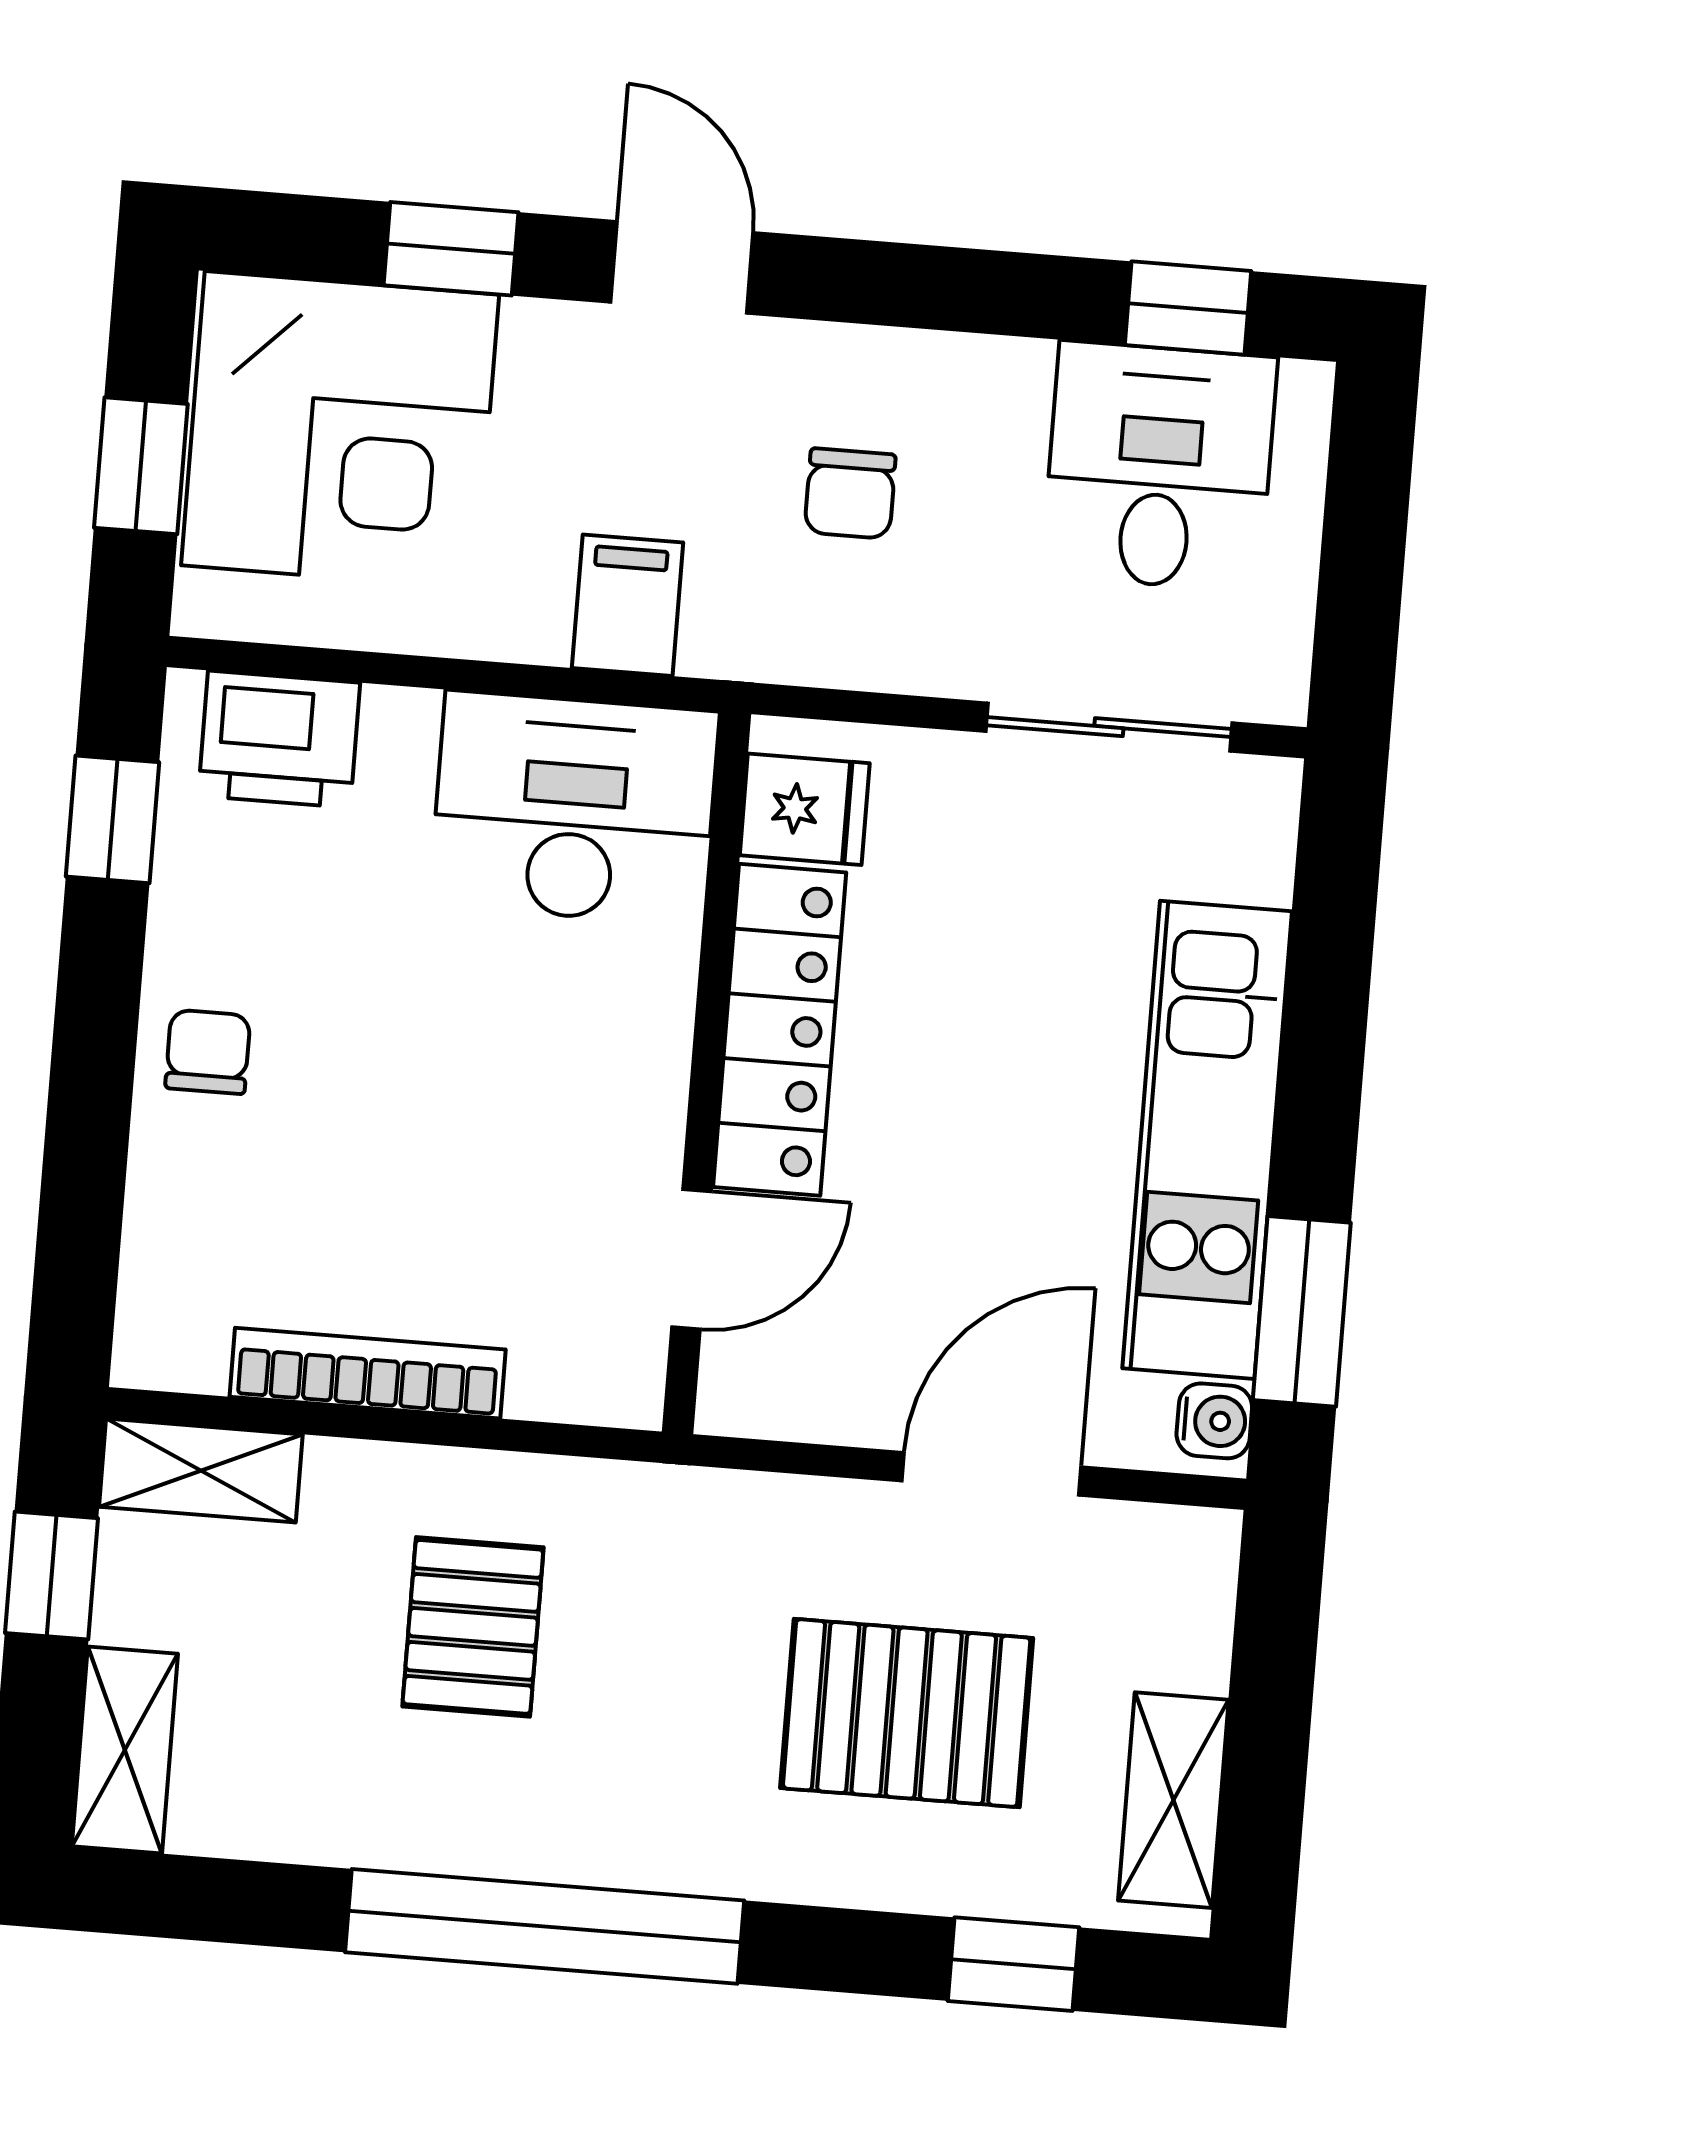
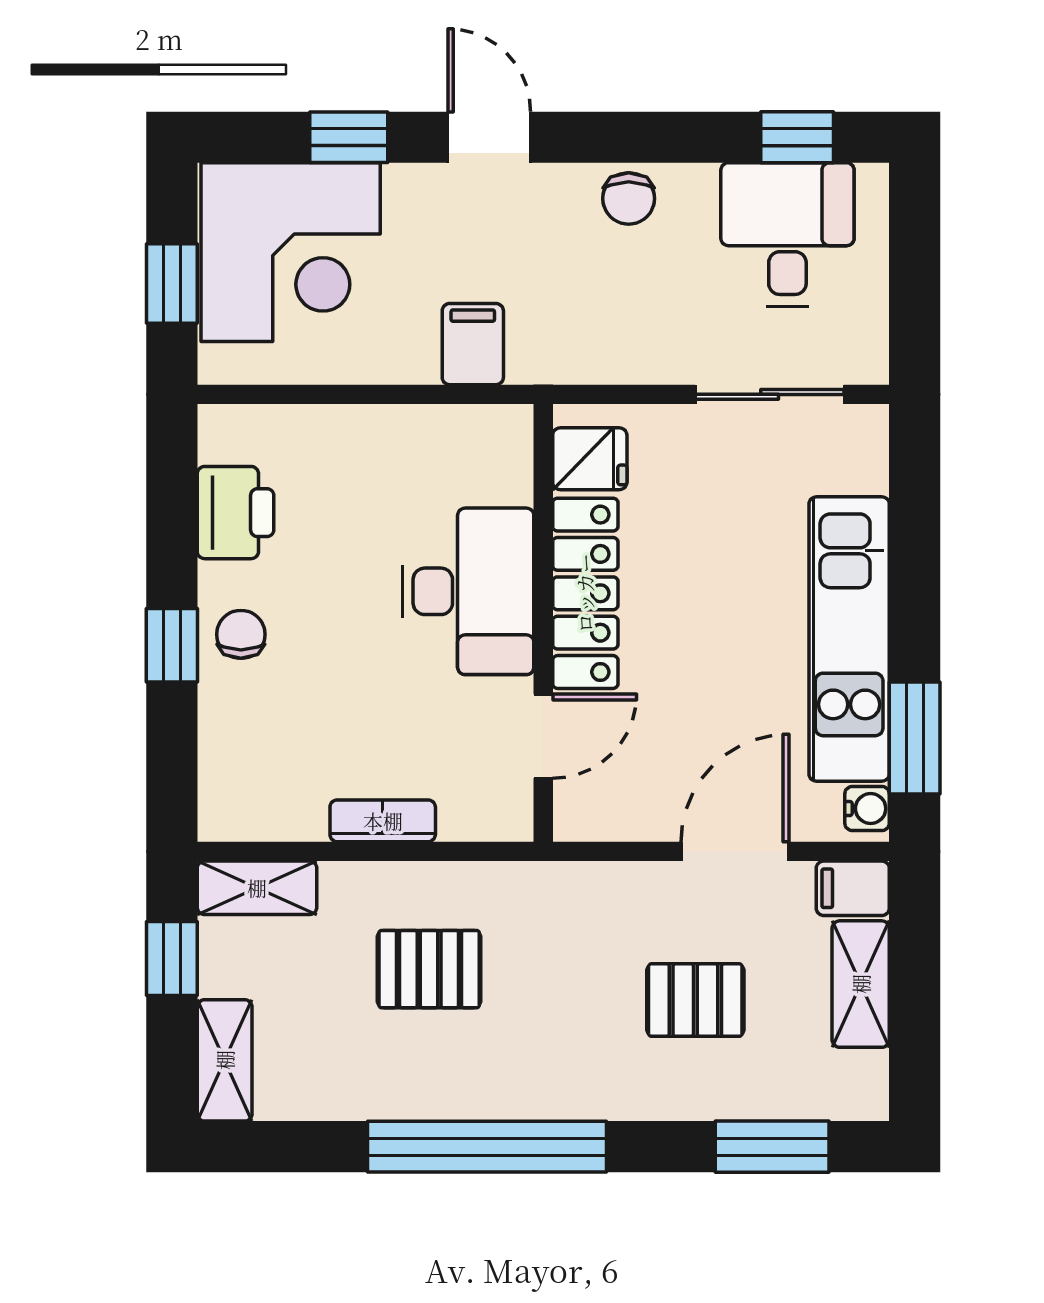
chair: (850, 493) -> (629, 198), moved
printer: (279, 739) -> (235, 513), moved, turned -90
desk: (574, 808) -> (468, 591), moved, turned 90
window: (112, 819) -> (172, 645), moved
bookcase: (368, 1373) -> (383, 821), width x0.64
filing cabinet: (1180, 1550) -> (853, 888), added
pallet: (473, 1627) -> (429, 969), turned 90
pallet: (907, 1713) -> (695, 1000), width x0.67, depth x0.71
shelving: (1173, 1800) -> (861, 984), moved
window: (1014, 1964) -> (772, 1147), width x1.50

